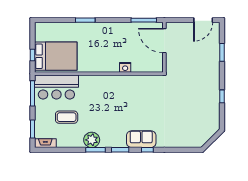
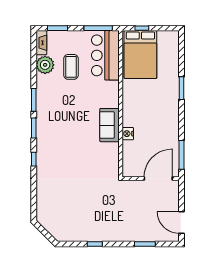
sofa: (141, 139) -> (110, 125), moved, turned 180
plant: (92, 140) -> (45, 65), moved

